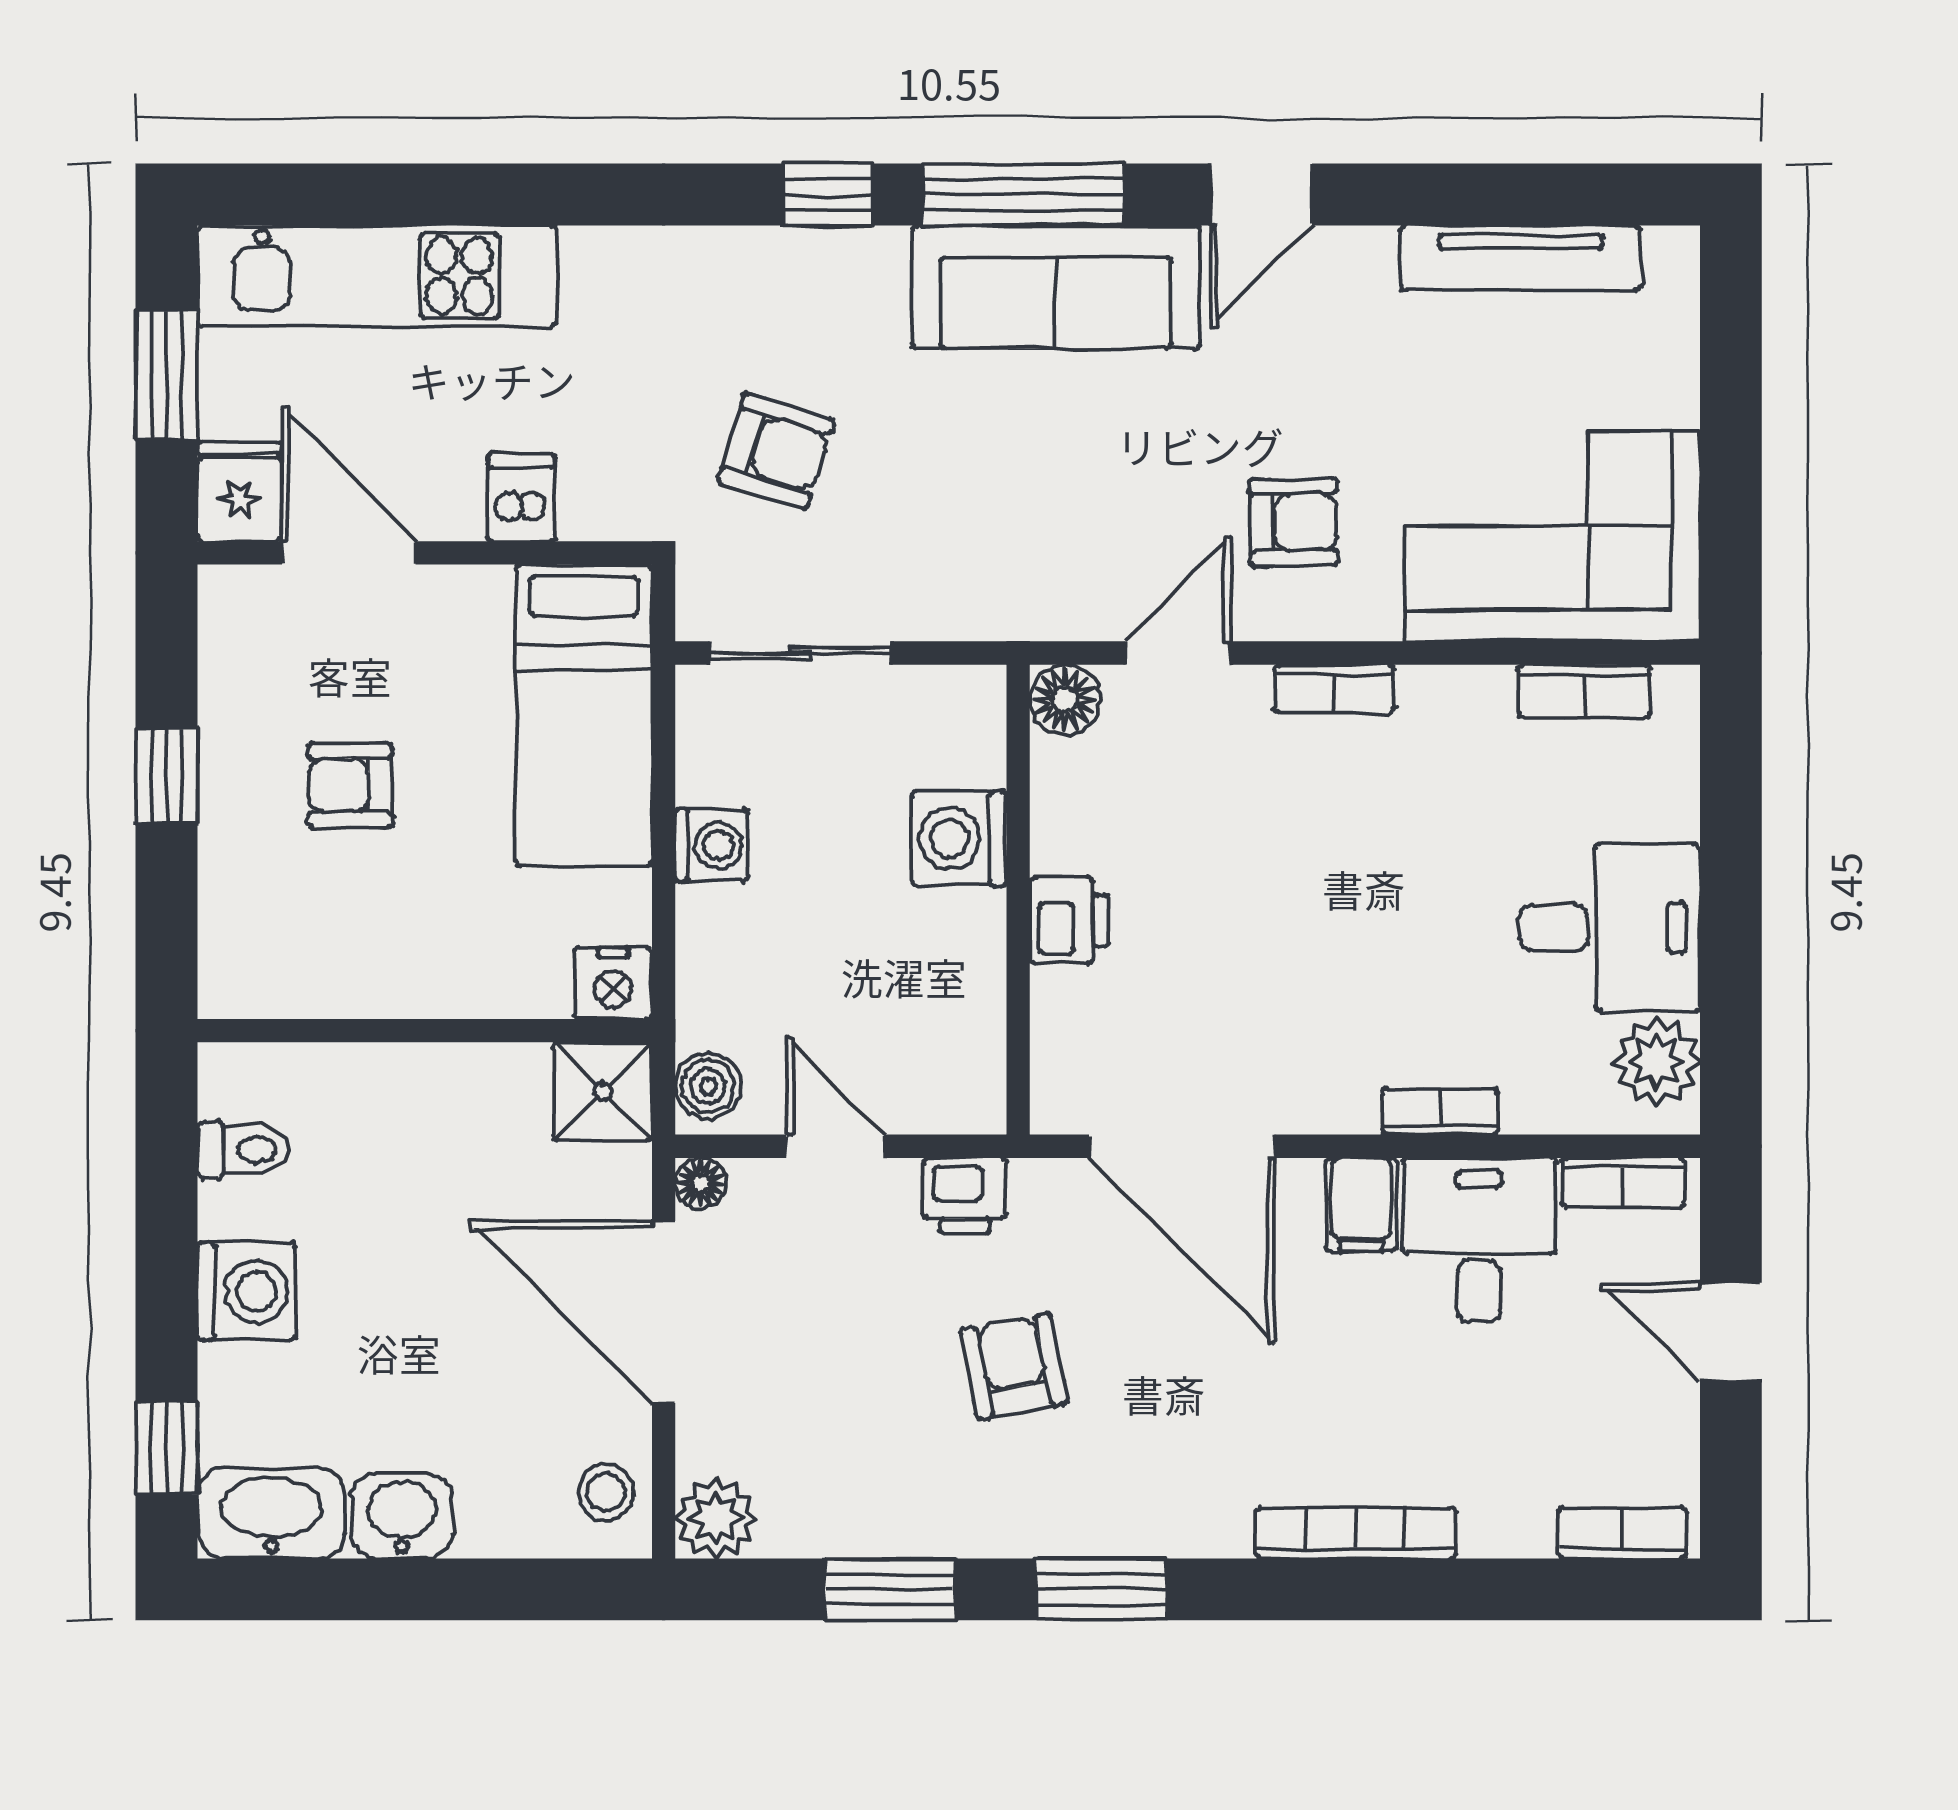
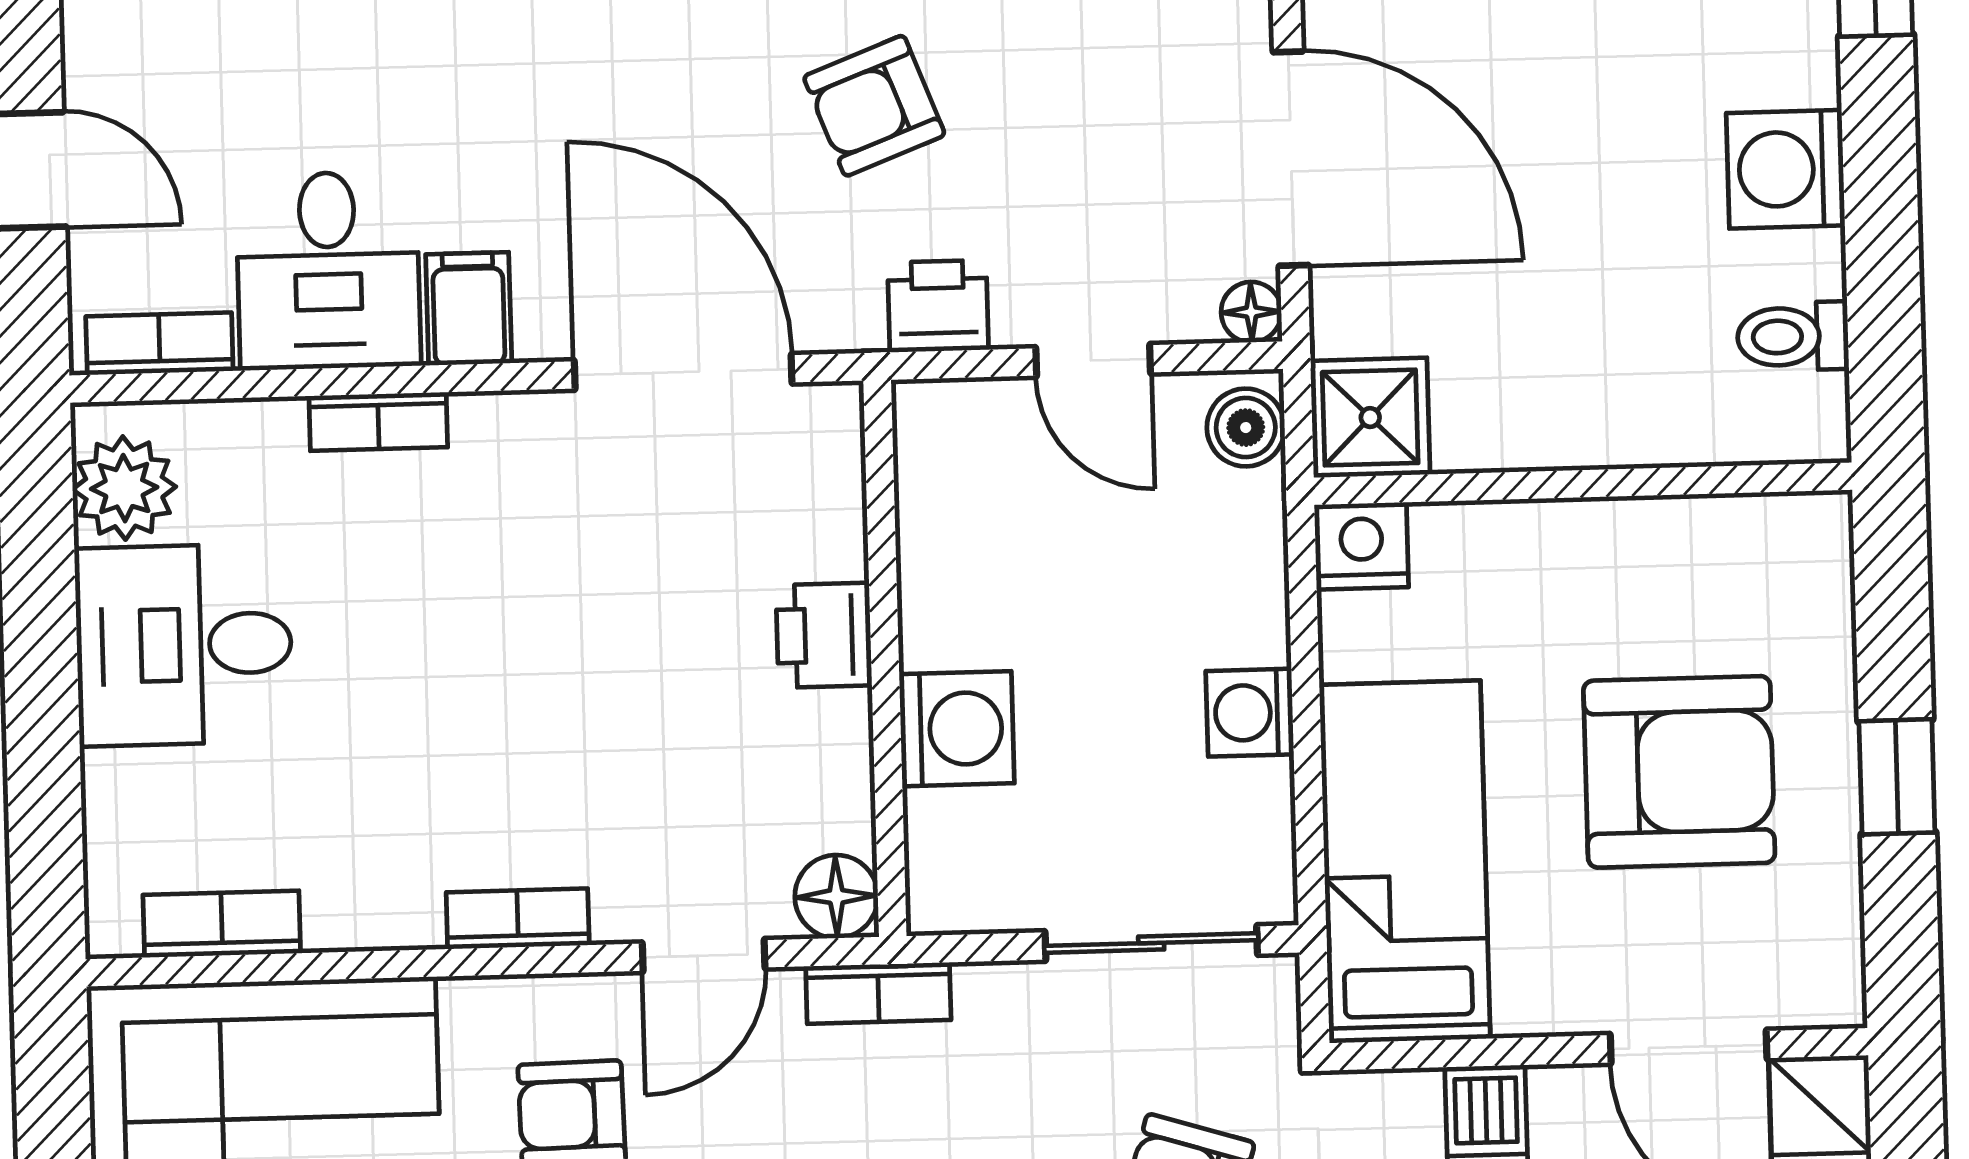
bookcase: (1032, 617) -> (878, 993), added
armchair: (350, 785) -> (1679, 772), width x1.88, depth x1.88
armchair: (1014, 1366) -> (874, 106), turned 80

